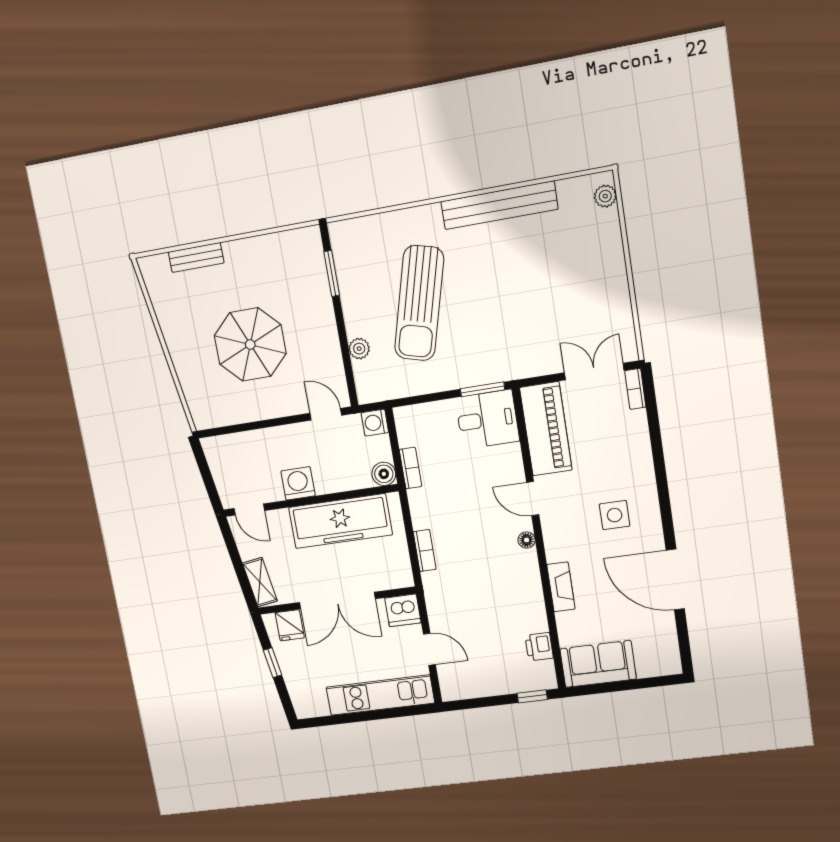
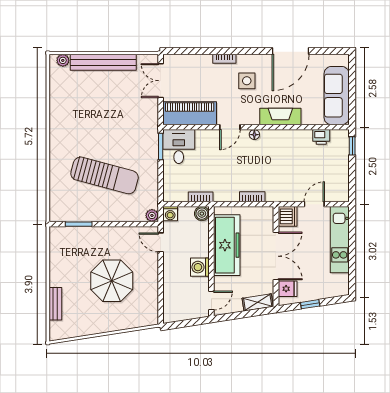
bench: (499, 205) -> (103, 62), moved, turned 90
plant: (359, 349) -> (152, 215), moved
bookcase: (635, 389) -> (224, 59), moved
door: (326, 414) -> (161, 242), hinge flipped
fireplace: (561, 587) -> (280, 116), width x1.37, depth x1.32
sofa: (598, 664) -> (337, 96), width x1.36

